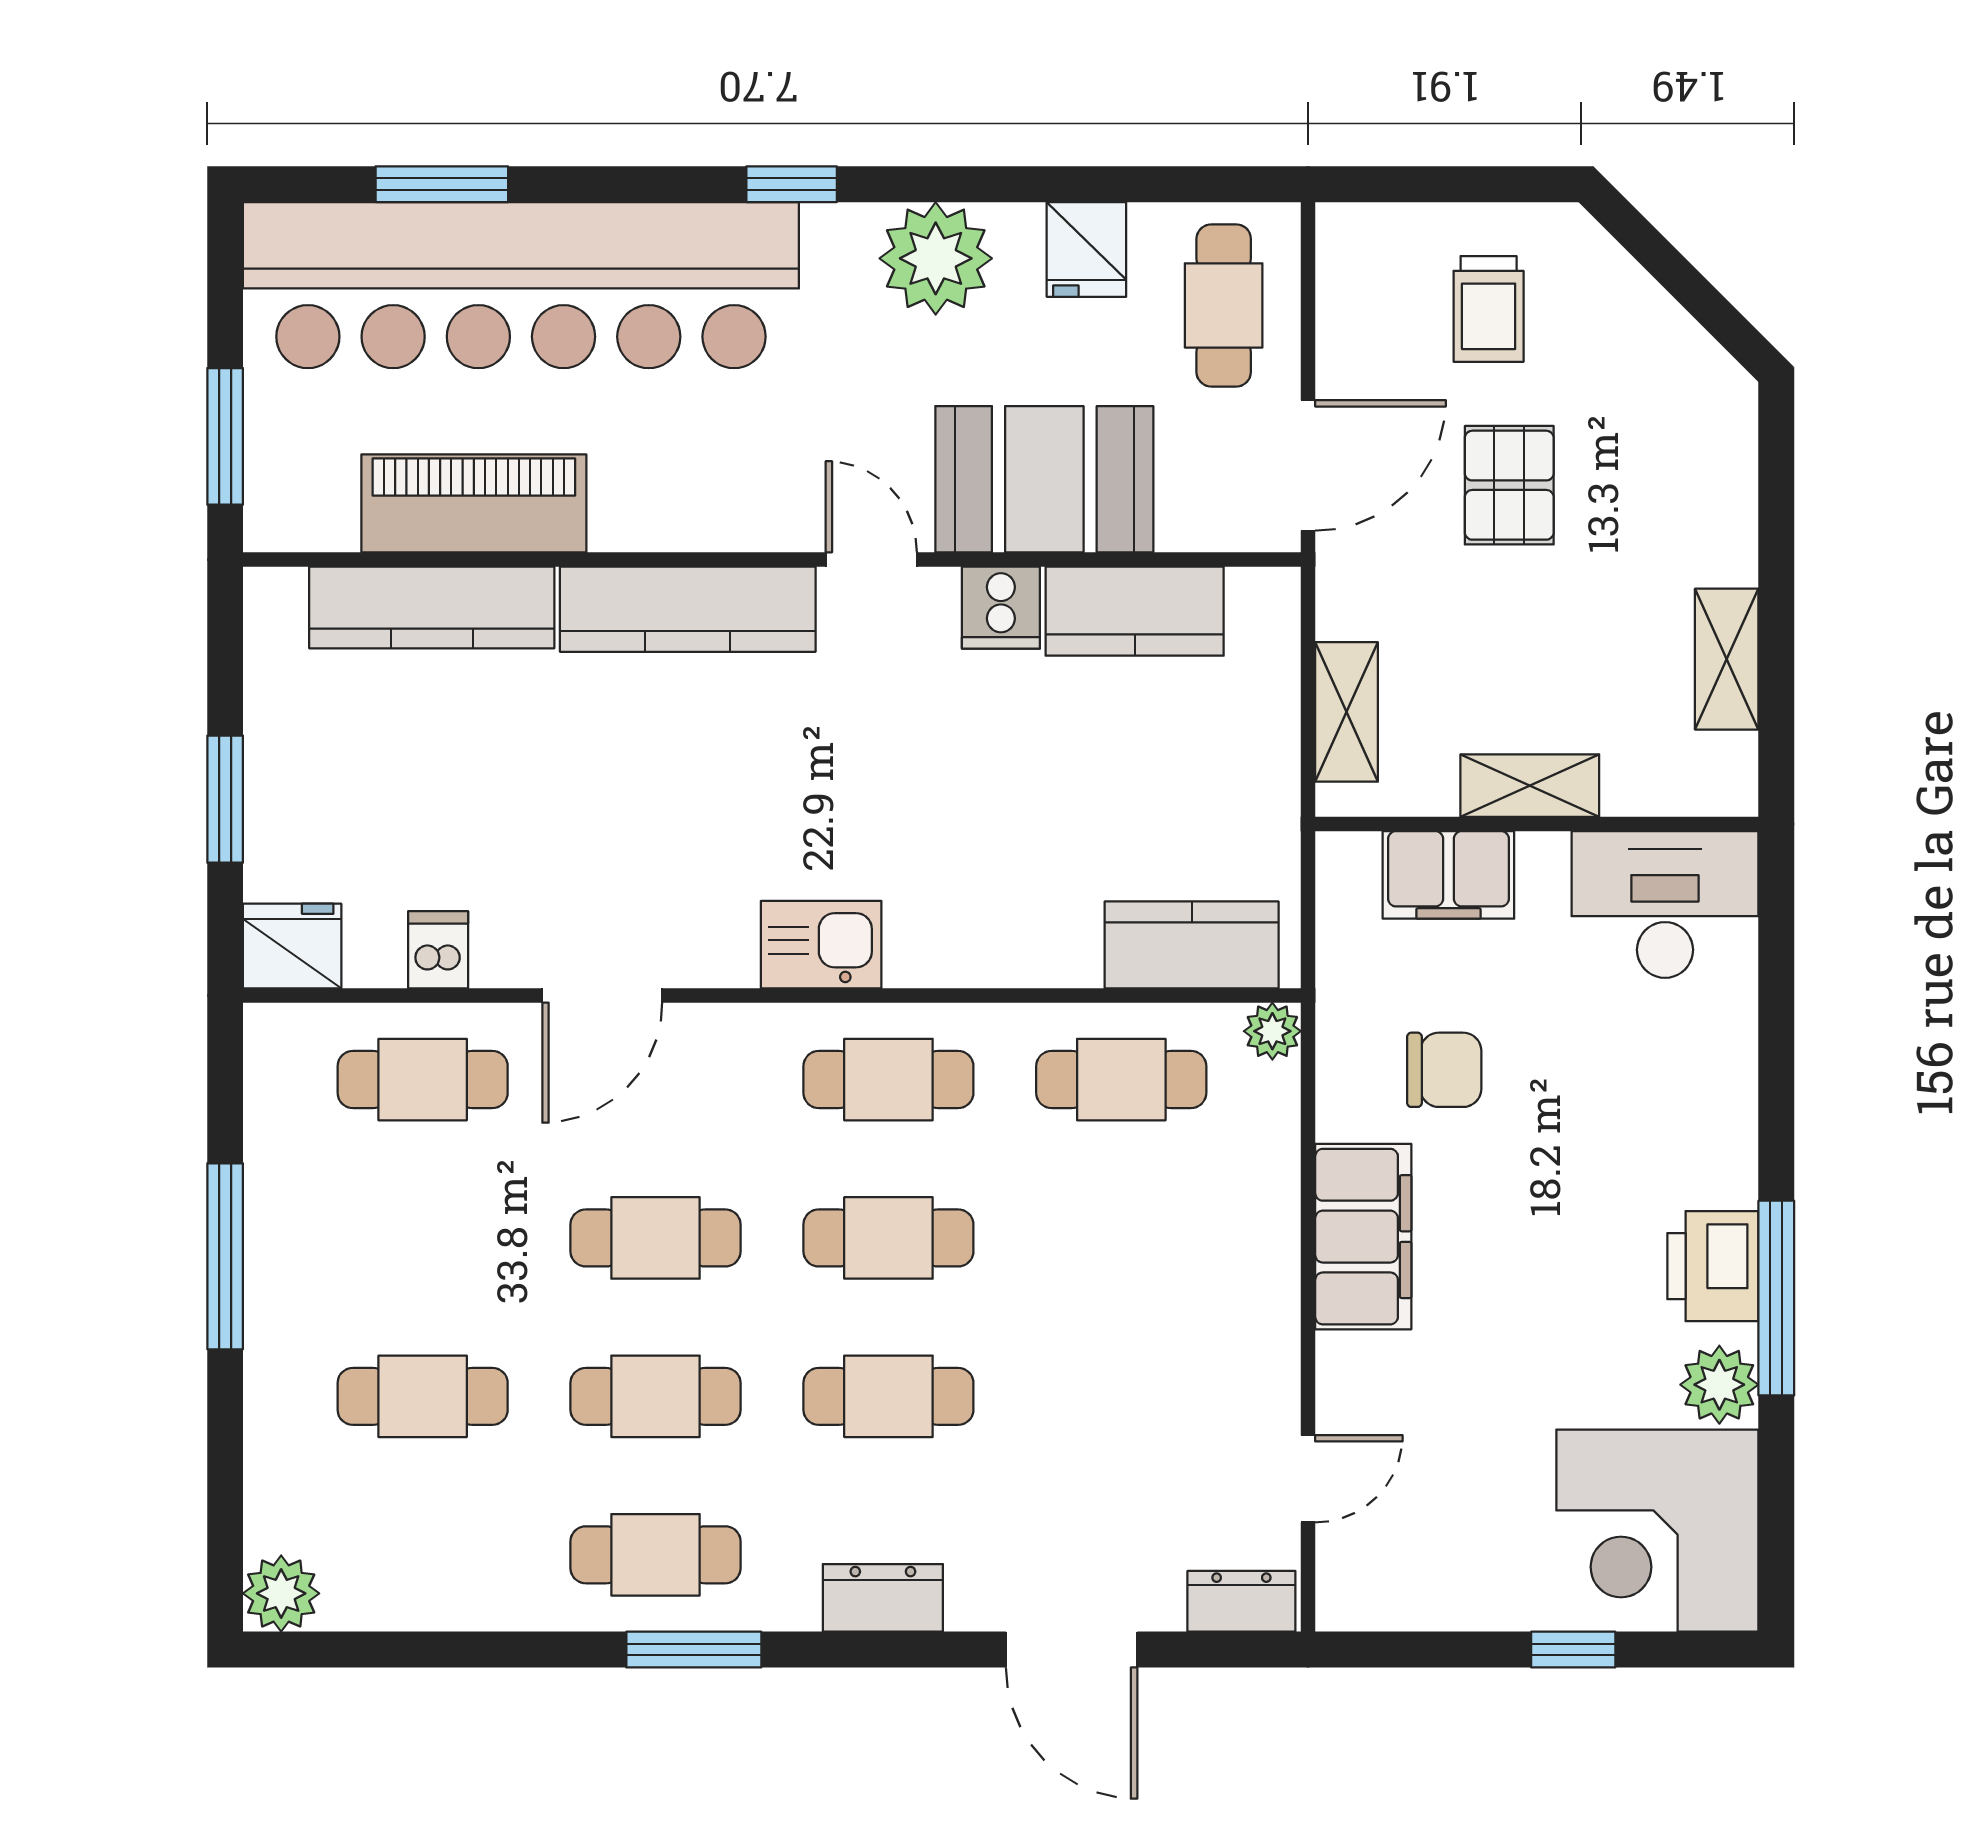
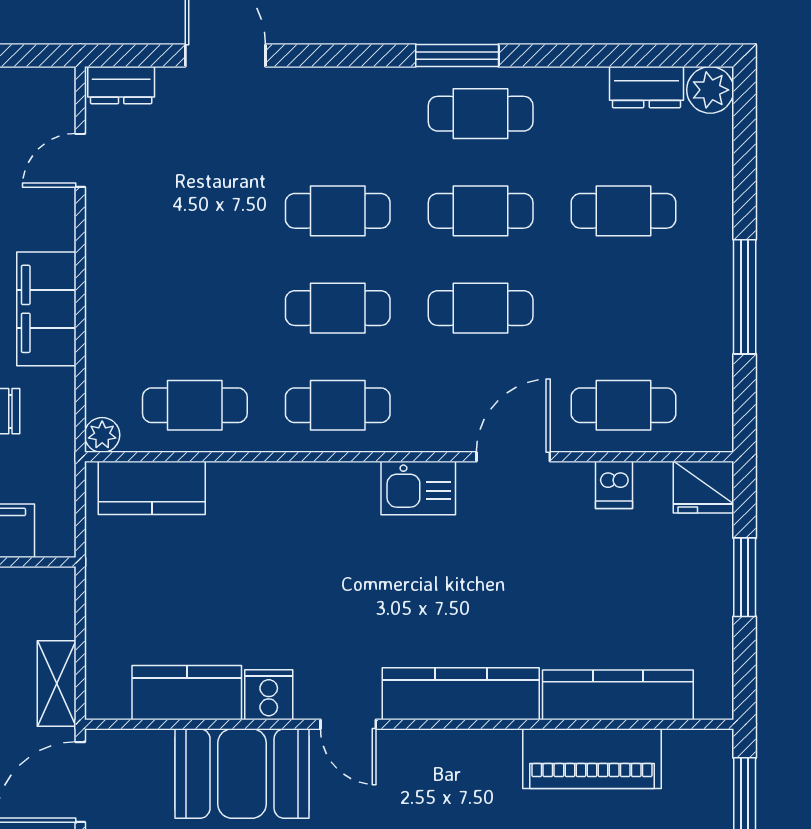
shelving: (1347, 712) -> (57, 683), moved
kitchen sink: (821, 945) -> (418, 488), moved
dresser: (883, 1598) -> (646, 87), moved

